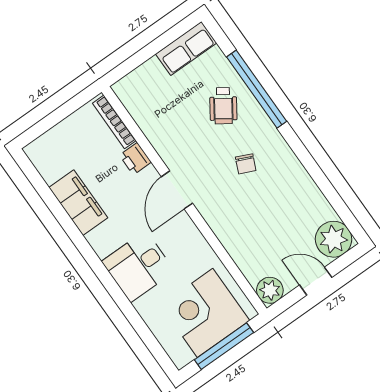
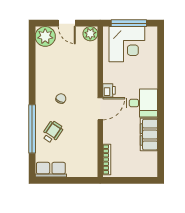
printer: (135, 159) -> (109, 90), moved
desk: (138, 266) -> (142, 103), moved

